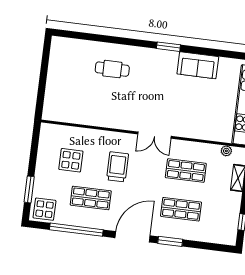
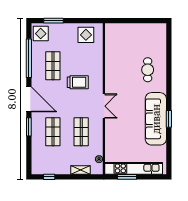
window: (168, 47) -> (169, 119), moved
sofa: (198, 65) -> (156, 119), width x1.85, depth x1.27
double door: (154, 135) -> (104, 106), swing flipped
display table: (71, 160) -> (86, 35), moved

